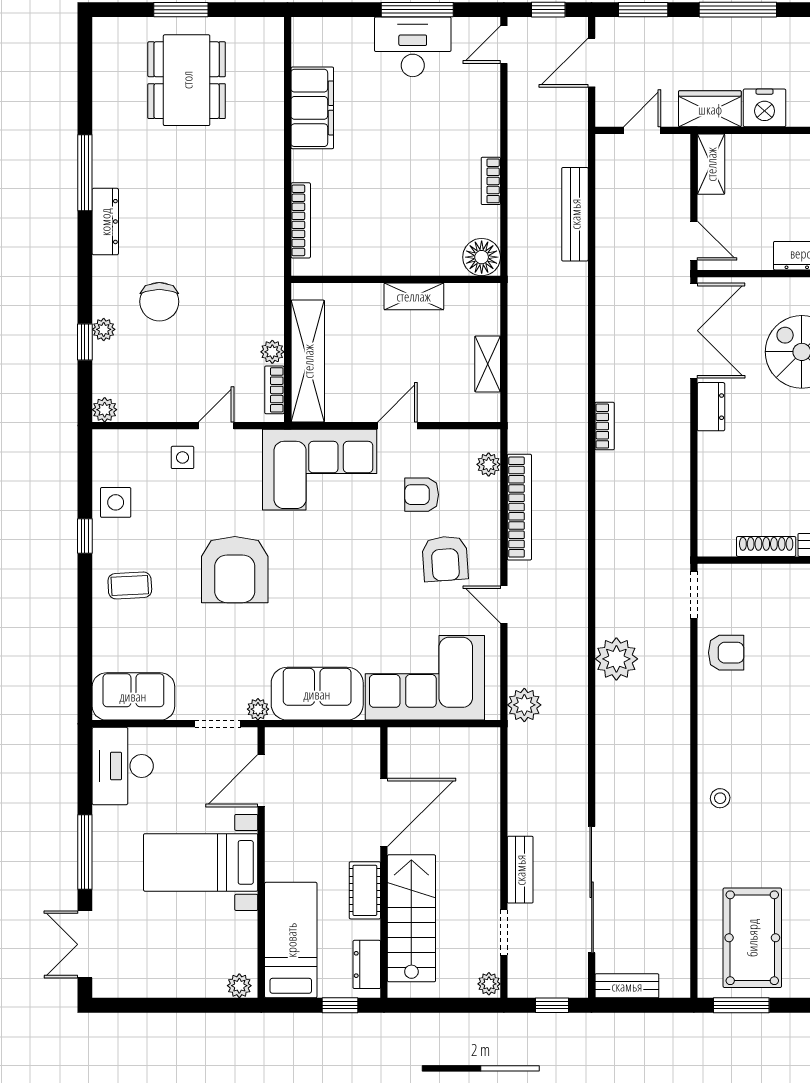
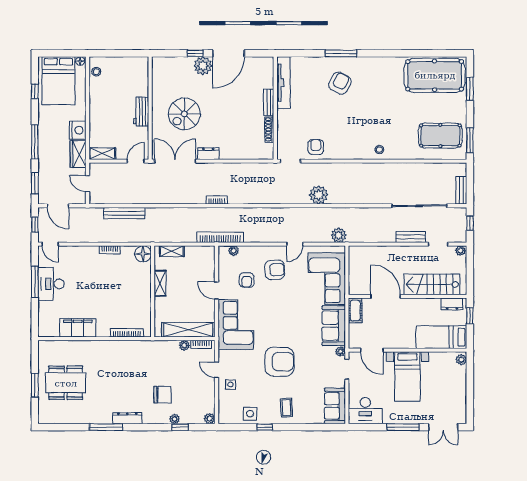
shelving: (488, 364) -> (172, 251), moved
bookcase: (519, 507) -> (220, 237), moved
cot: (365, 890) -> (355, 311), moved, turned 90

